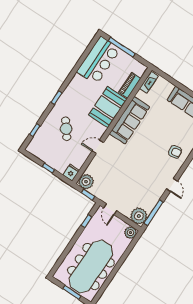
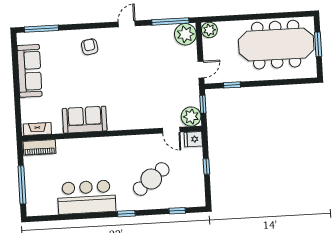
bar counter: (98, 60) -> (86, 197), moved
piano: (130, 85) -> (39, 147), moved
booth: (108, 107) -> (96, 152), removed
sofa: (130, 120) -> (85, 120), width x0.73
cafe table: (66, 129) -> (151, 179), width x1.37, depth x1.35
door: (98, 147) -> (171, 130), moved

